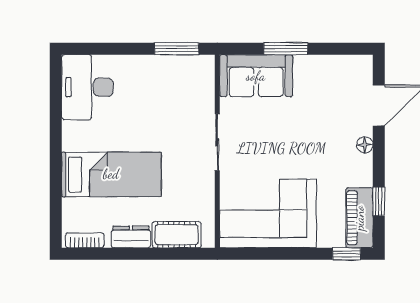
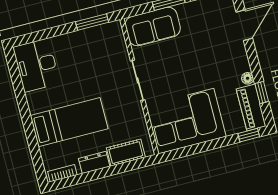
floor lamp: (365, 145) -> (248, 78), moved

